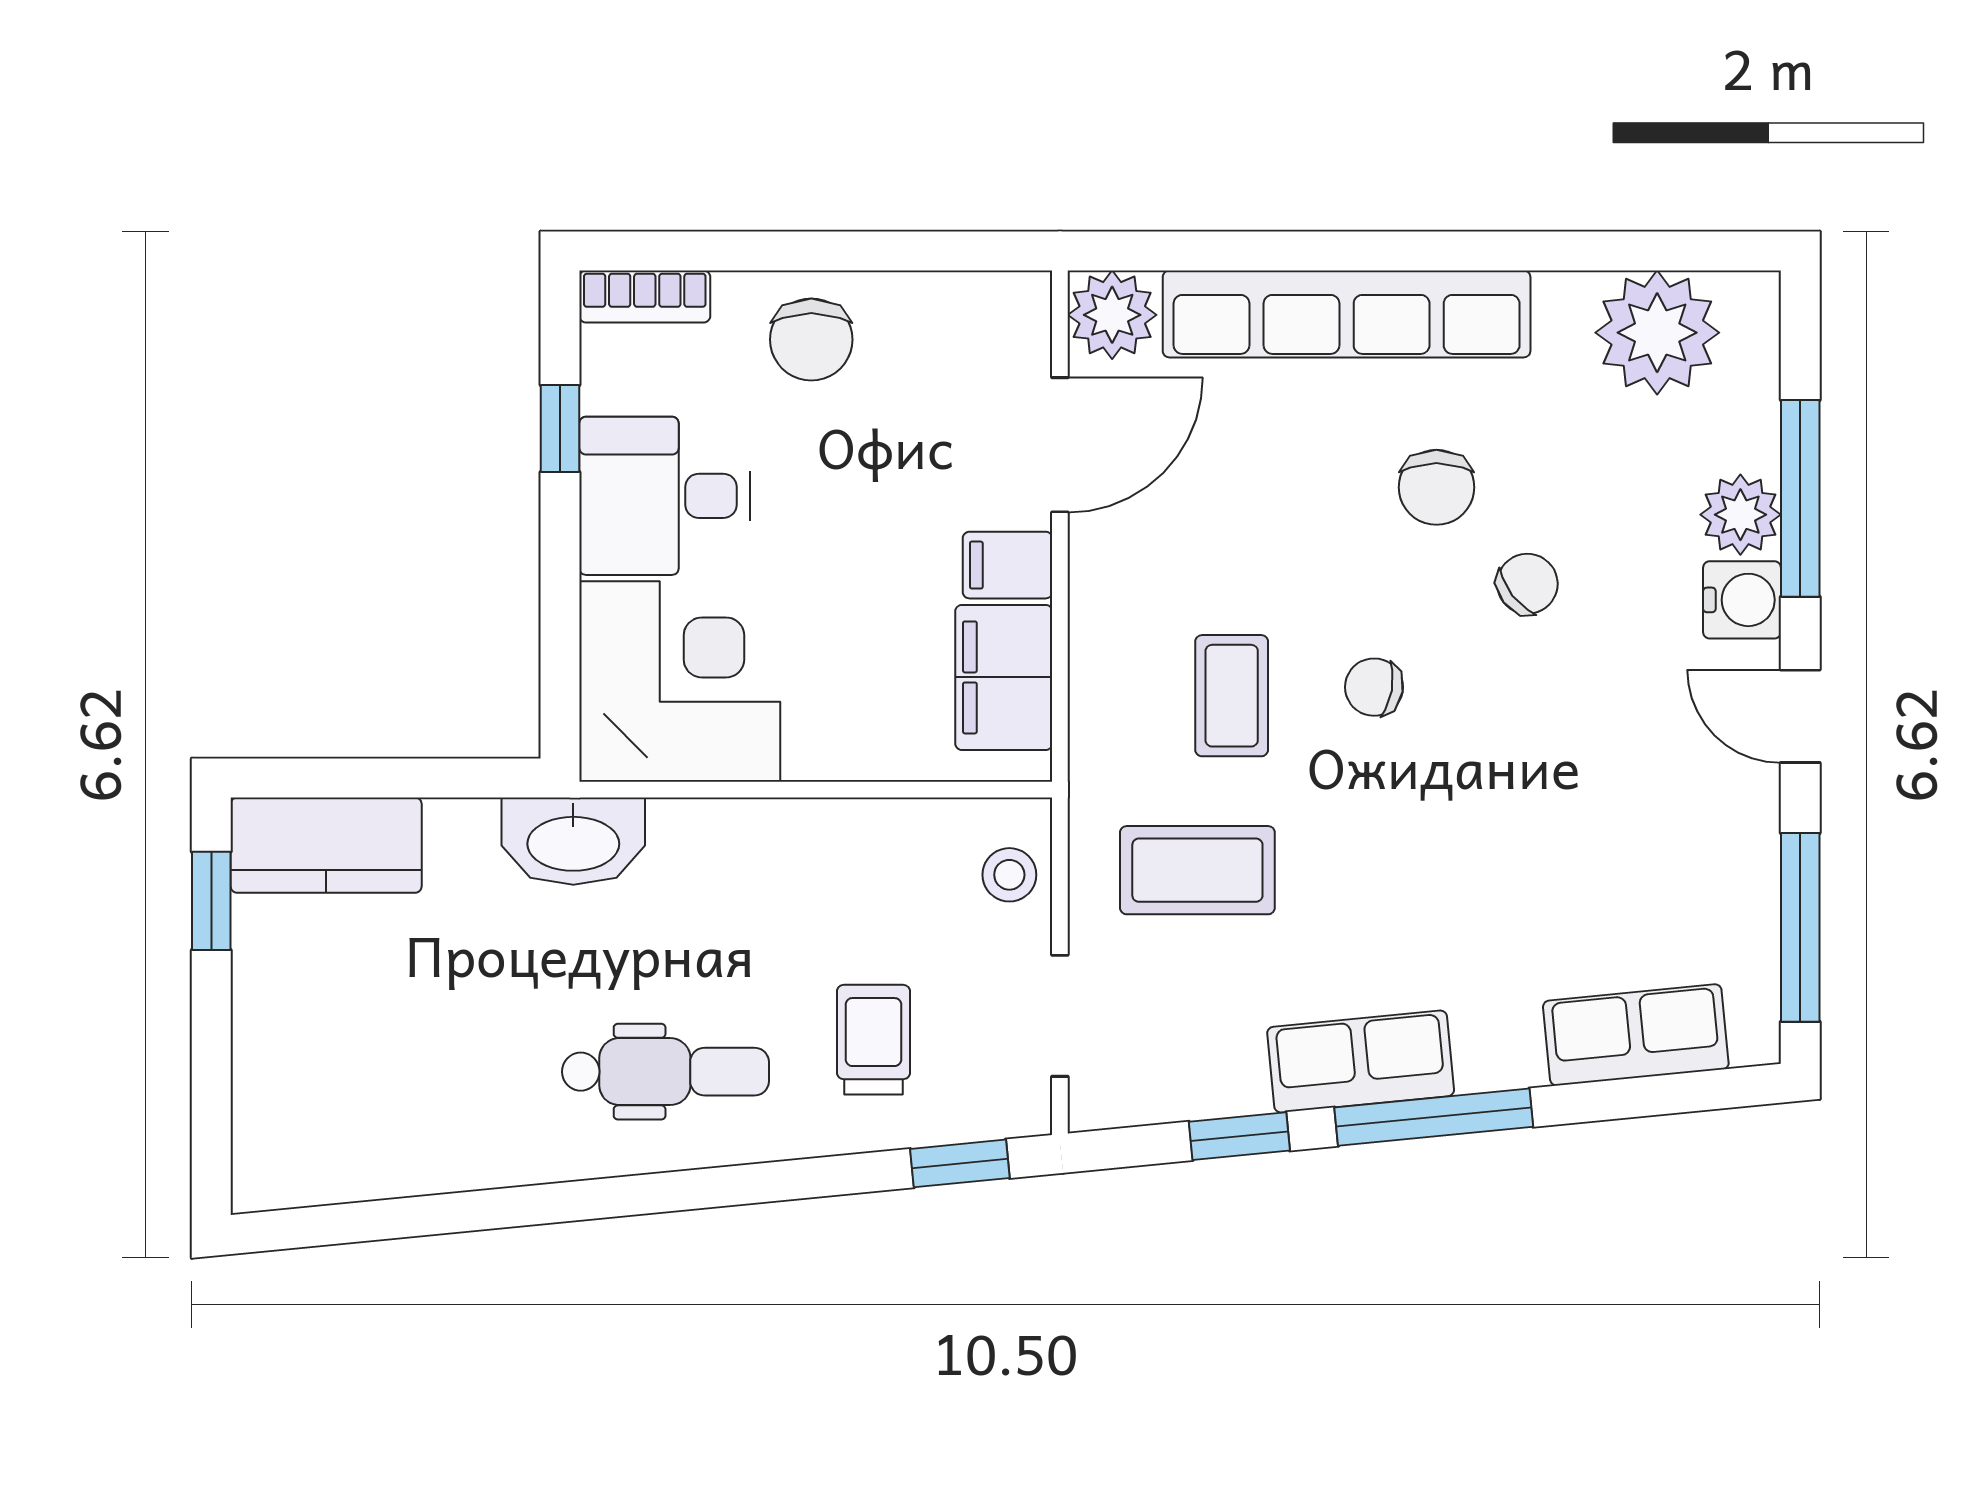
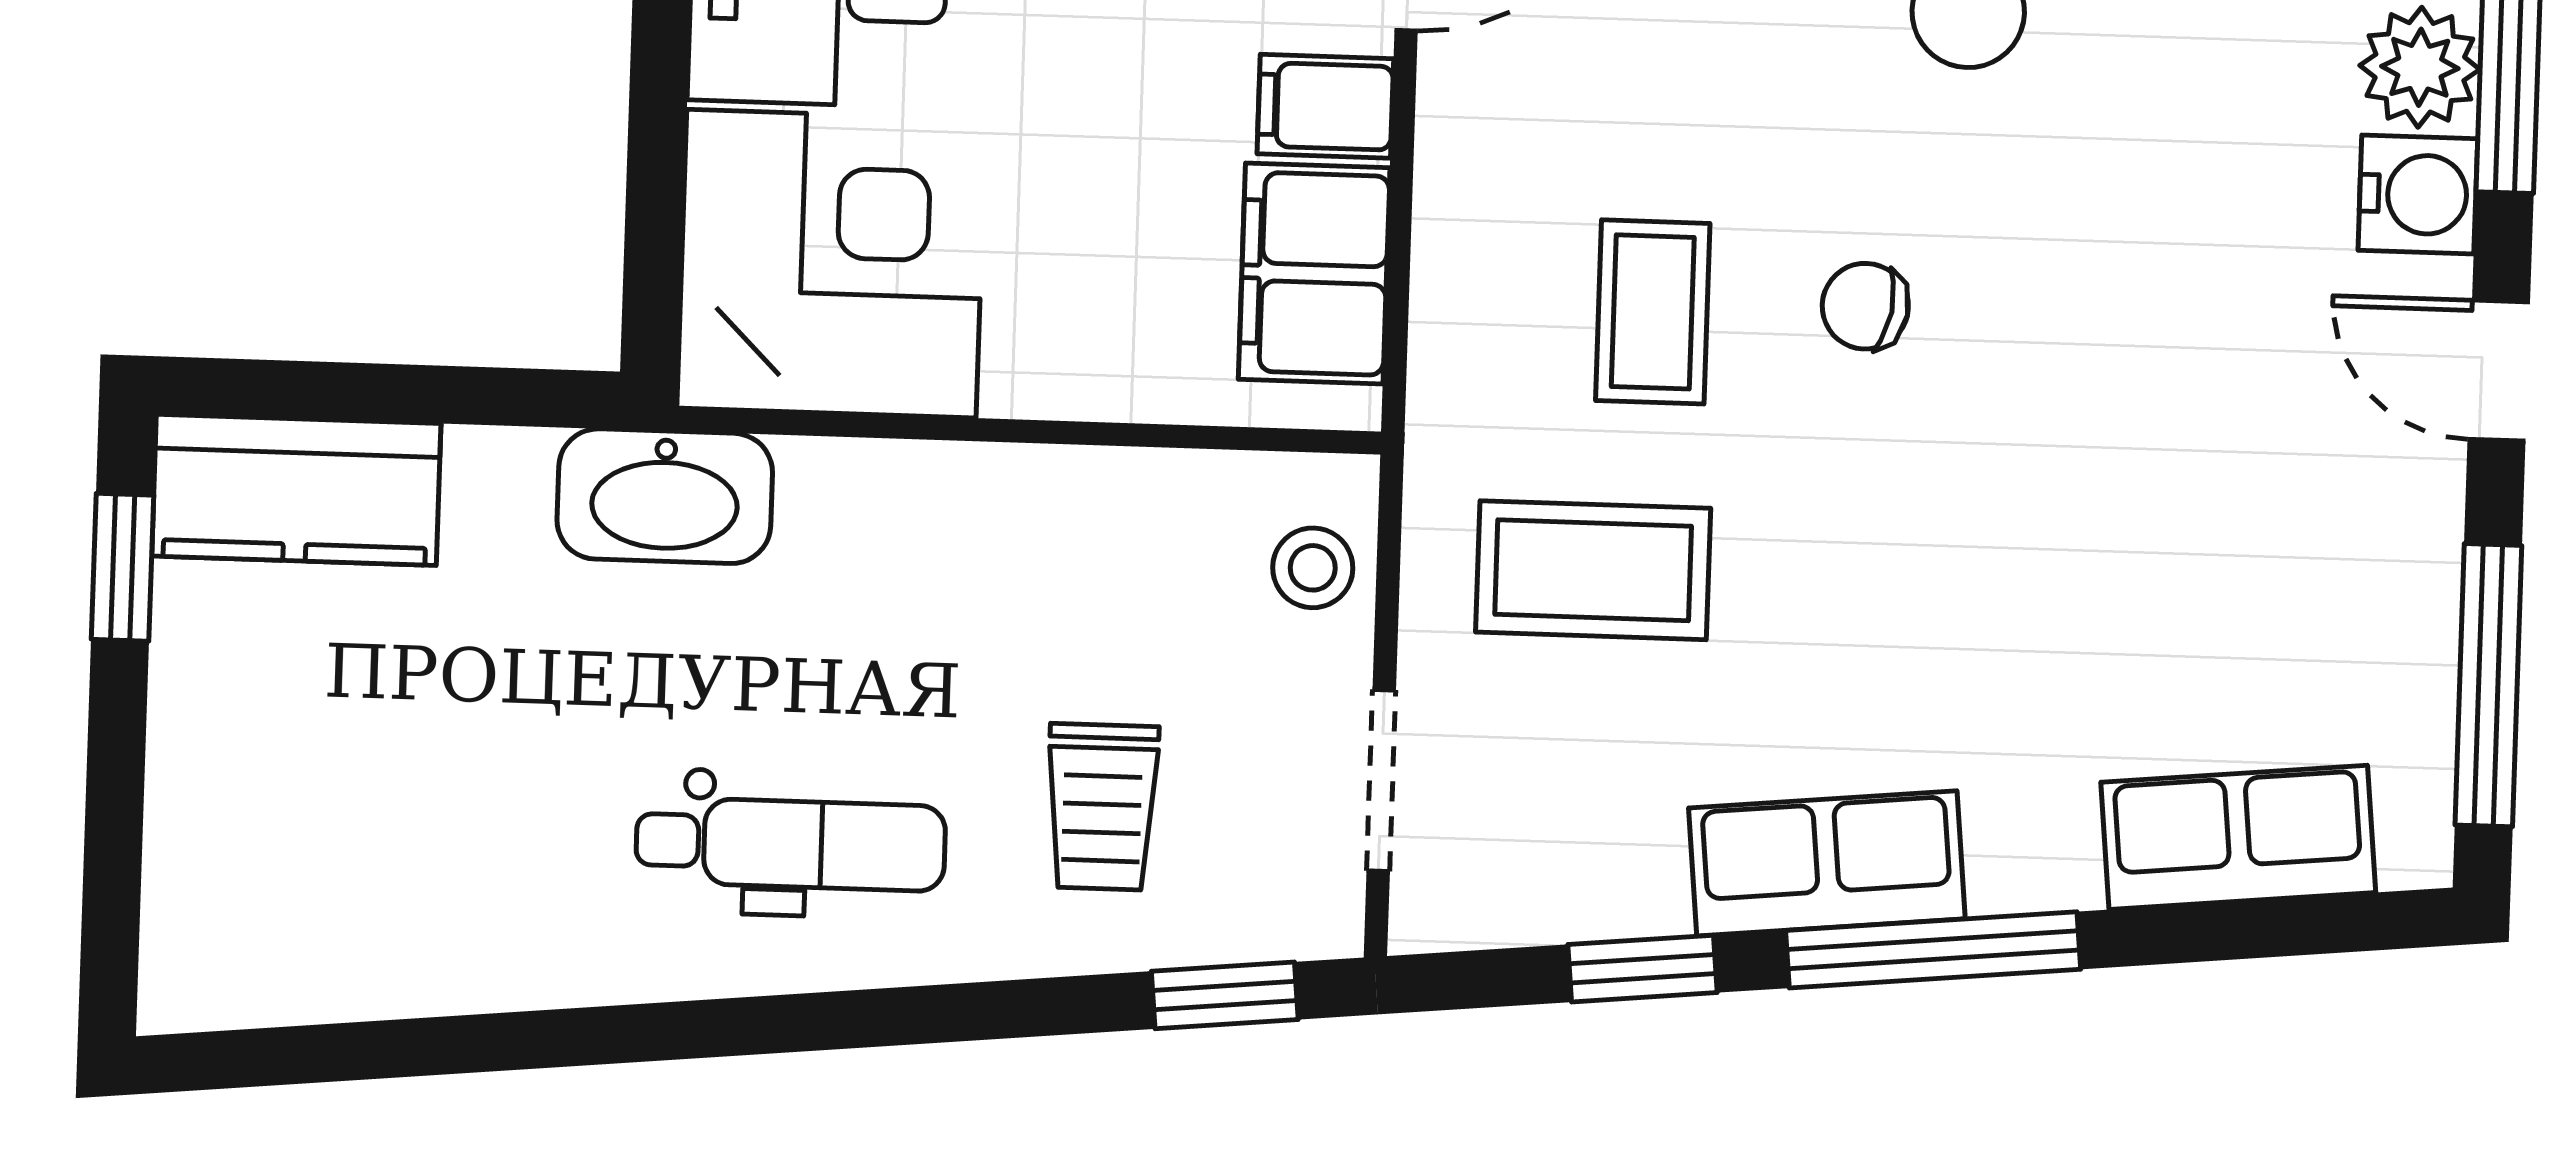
chair: (1527, 584) -> (2099, 160), removed
trolley: (873, 1040) -> (1102, 807), turned 180

